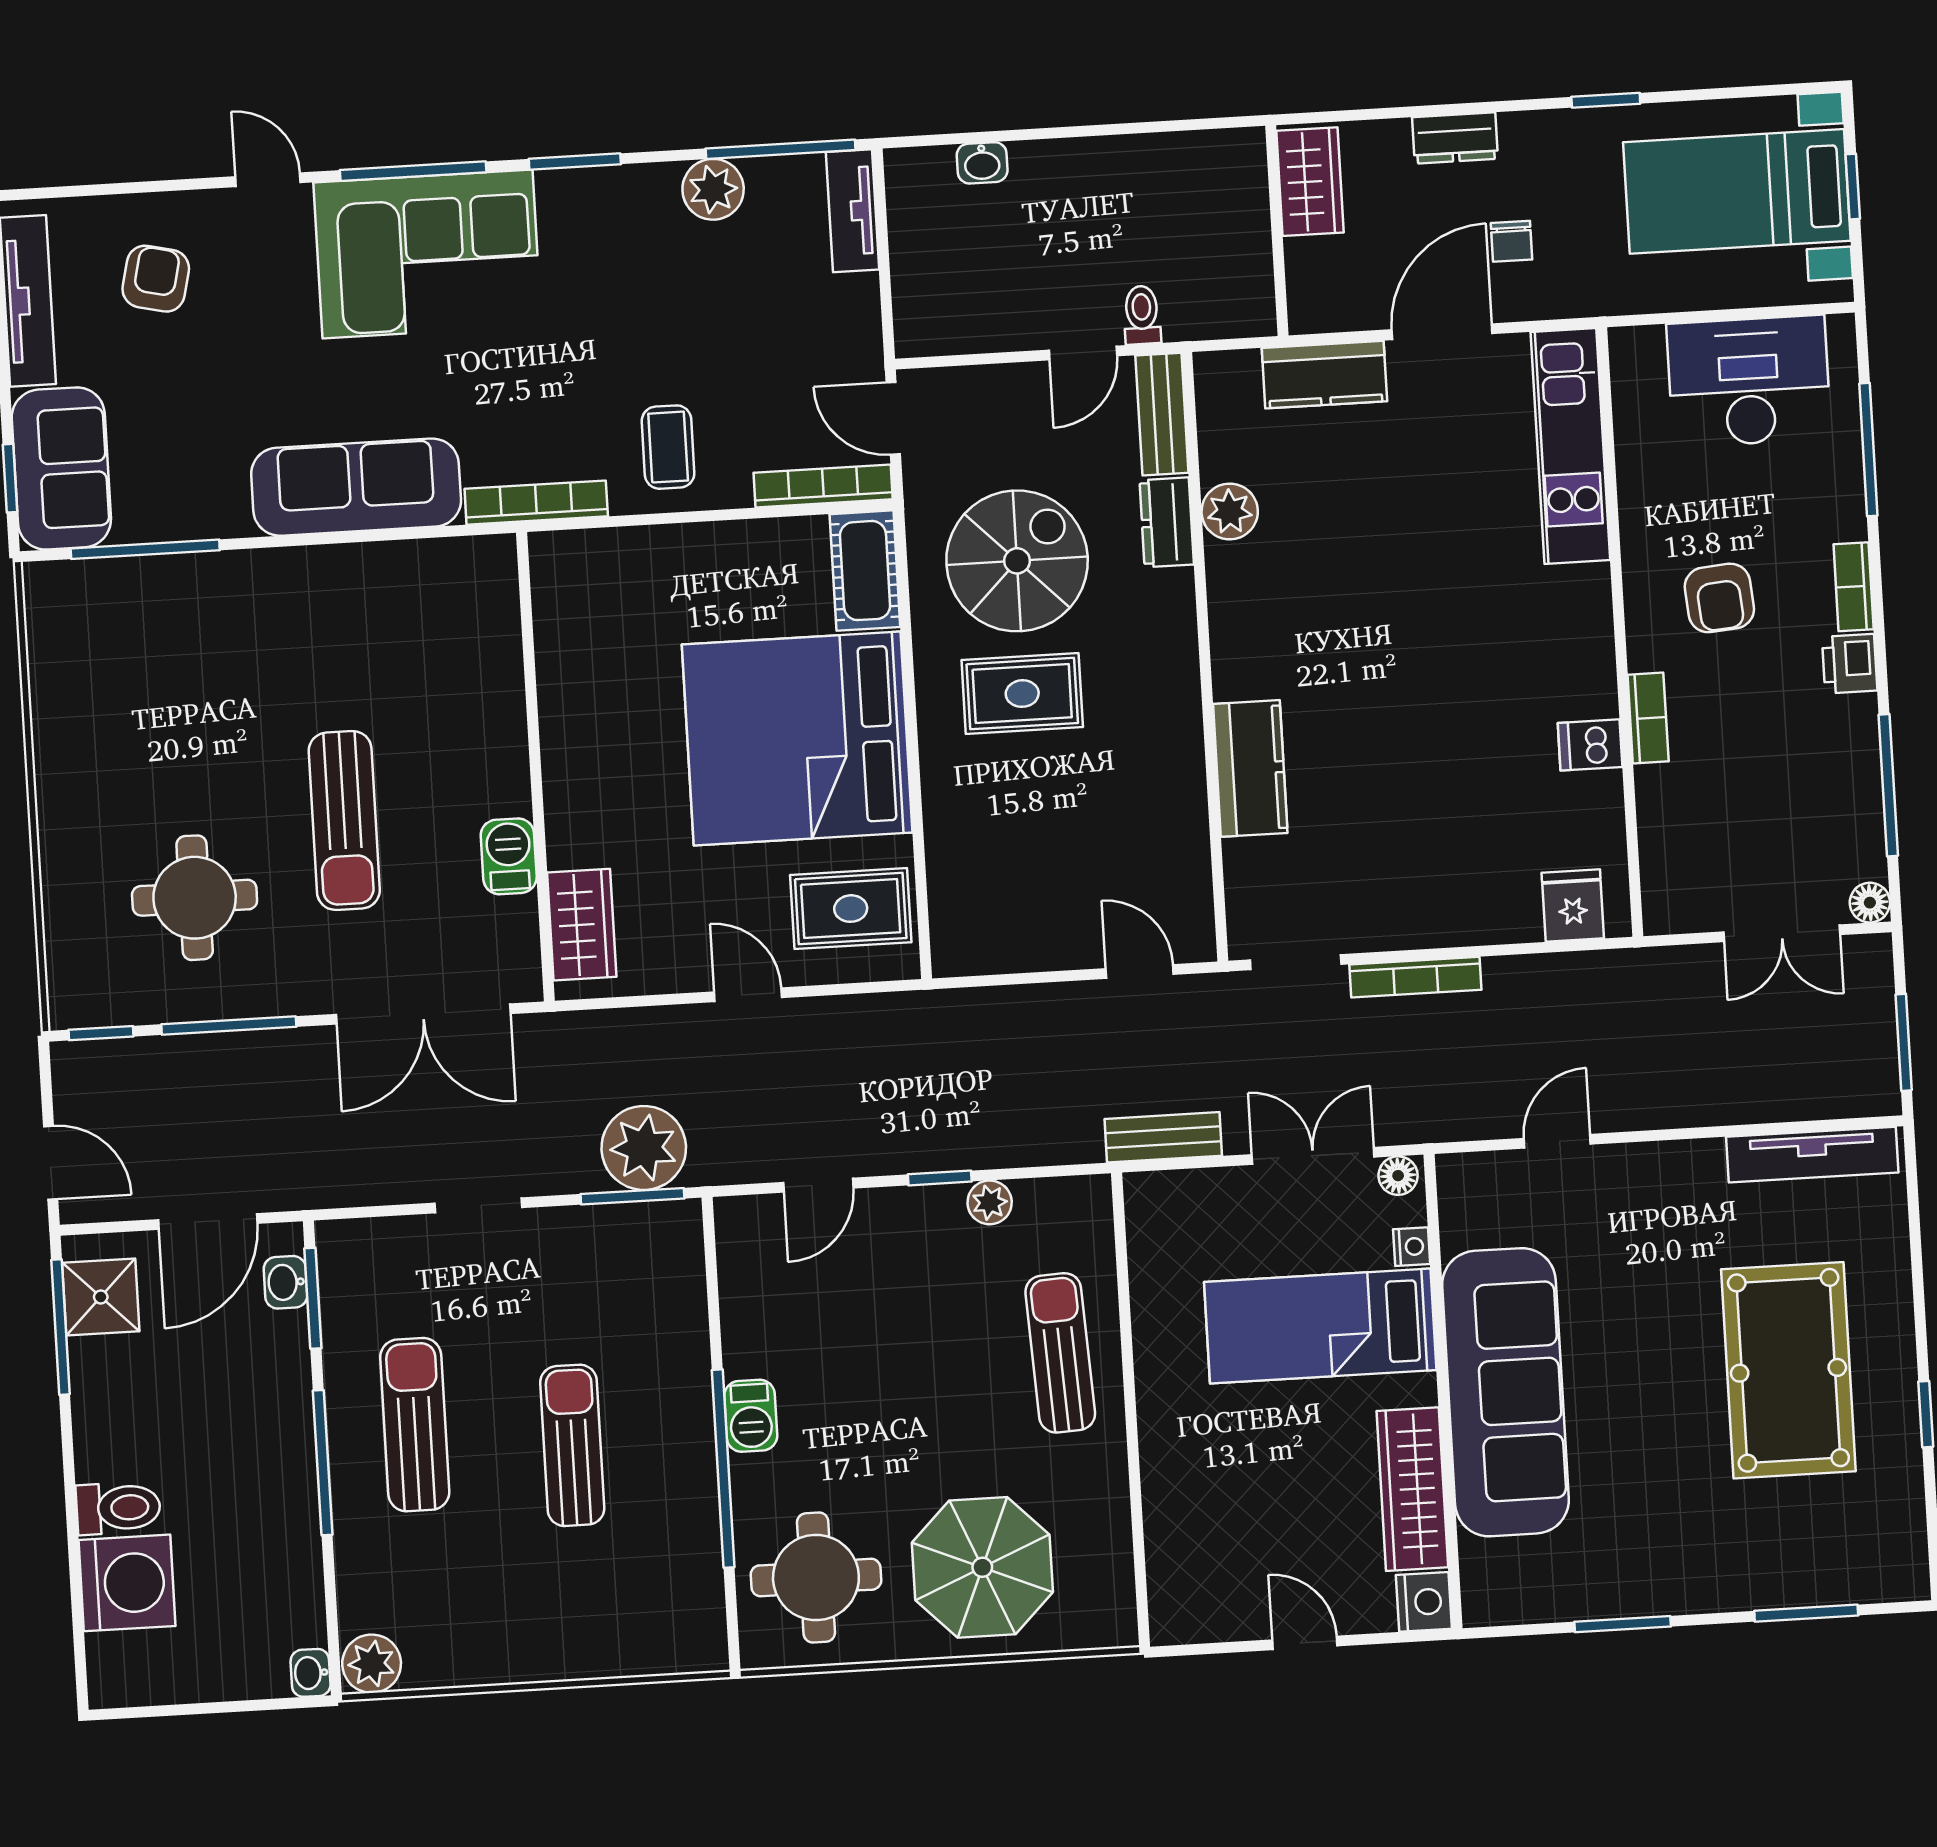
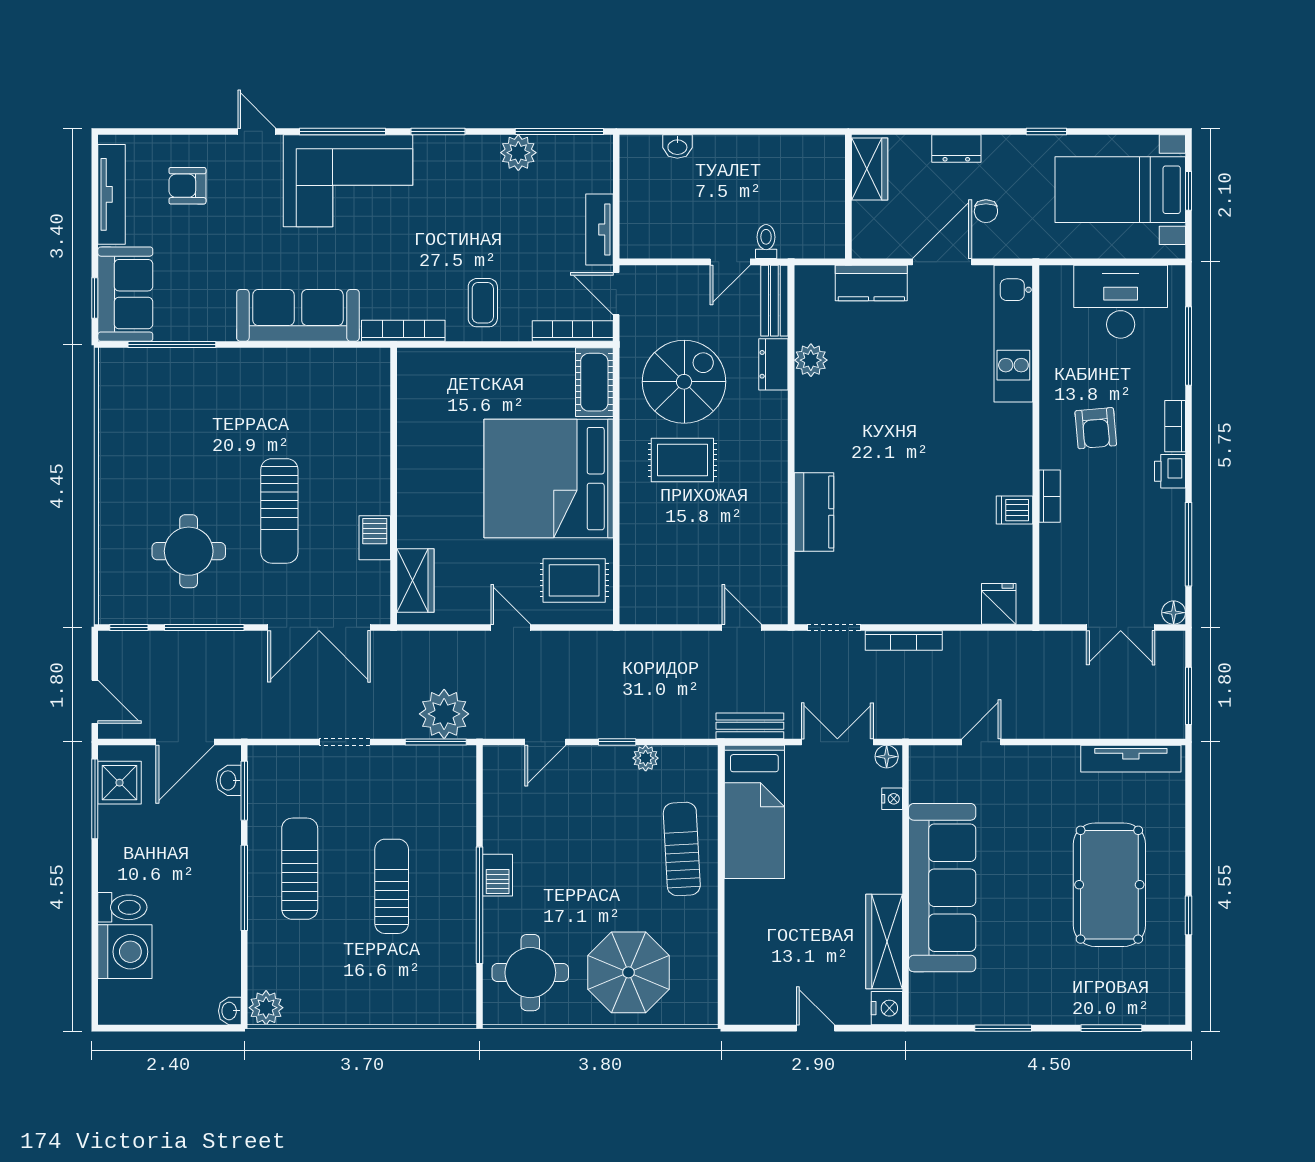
tv unit: (852, 211) -> (599, 229), moved
armchair: (156, 279) -> (187, 186), turned -103
bed: (1320, 1326) -> (754, 812), moved, turned -90

